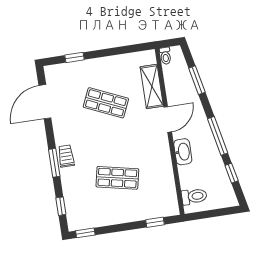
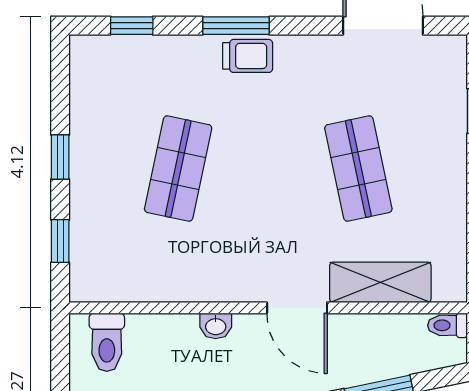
shop shelf: (106, 103) -> (358, 169), turned -36
washbasin: (183, 152) -> (216, 326), width x0.52, depth x0.69
window: (85, 233) -> (60, 157), moved

